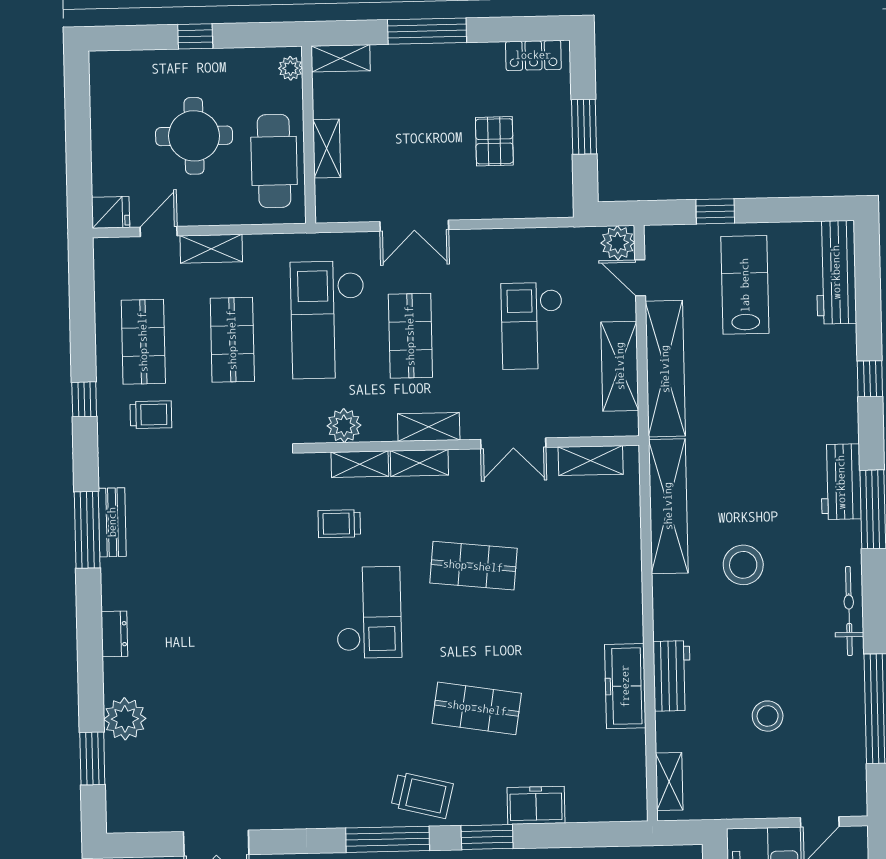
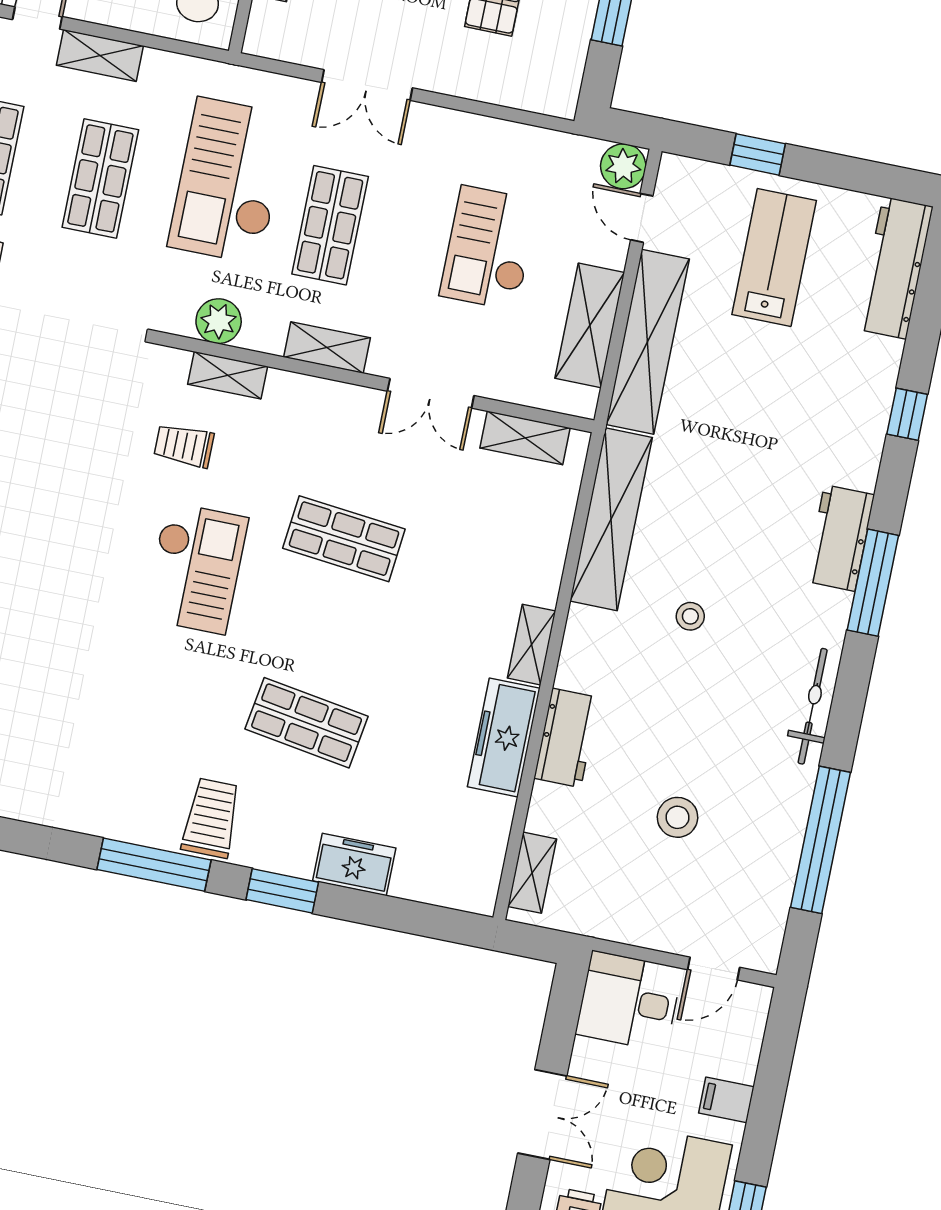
shelving: (419, 463) -> (532, 645), moved, turned 90
stool: (743, 565) -> (690, 616), width x0.53, depth x0.53
trolley: (422, 795) -> (211, 818), turned -104

